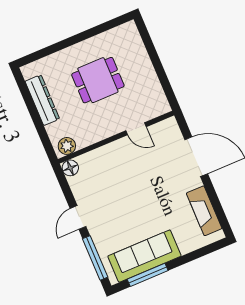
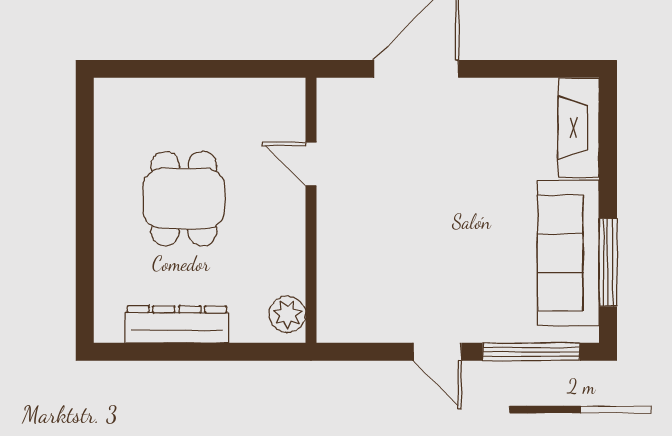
door: (136, 129) -> (311, 164), swing flipped
floor lamp: (70, 168) -> (333, 326), removed
fireplace: (204, 211) -> (579, 128), moved, turned 90

